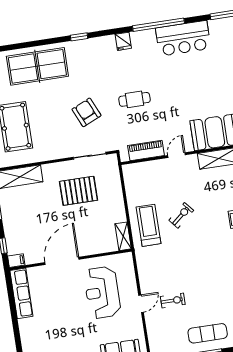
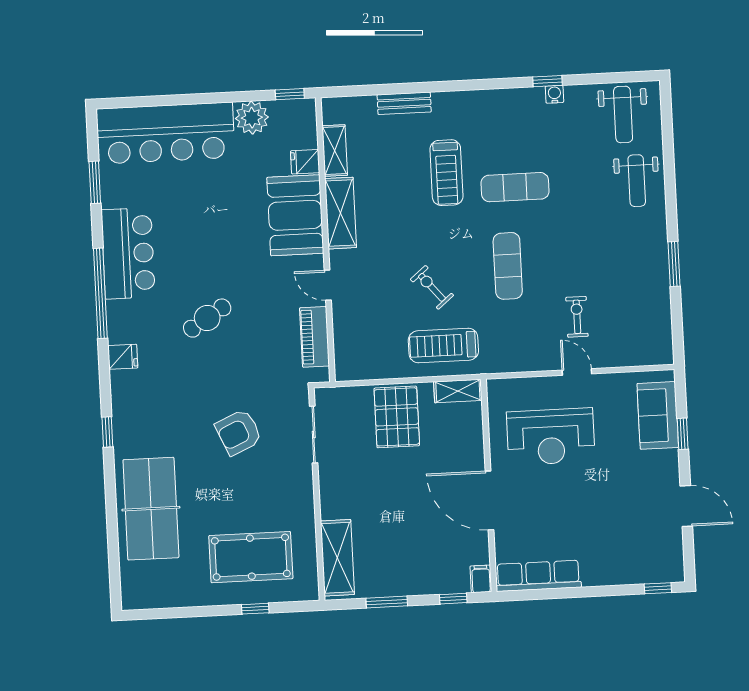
cafe table: (134, 99) -> (207, 318), moved, turned 58
pallet: (78, 191) -> (397, 417), moved
exercise mat: (208, 333) -> (508, 266), moved

